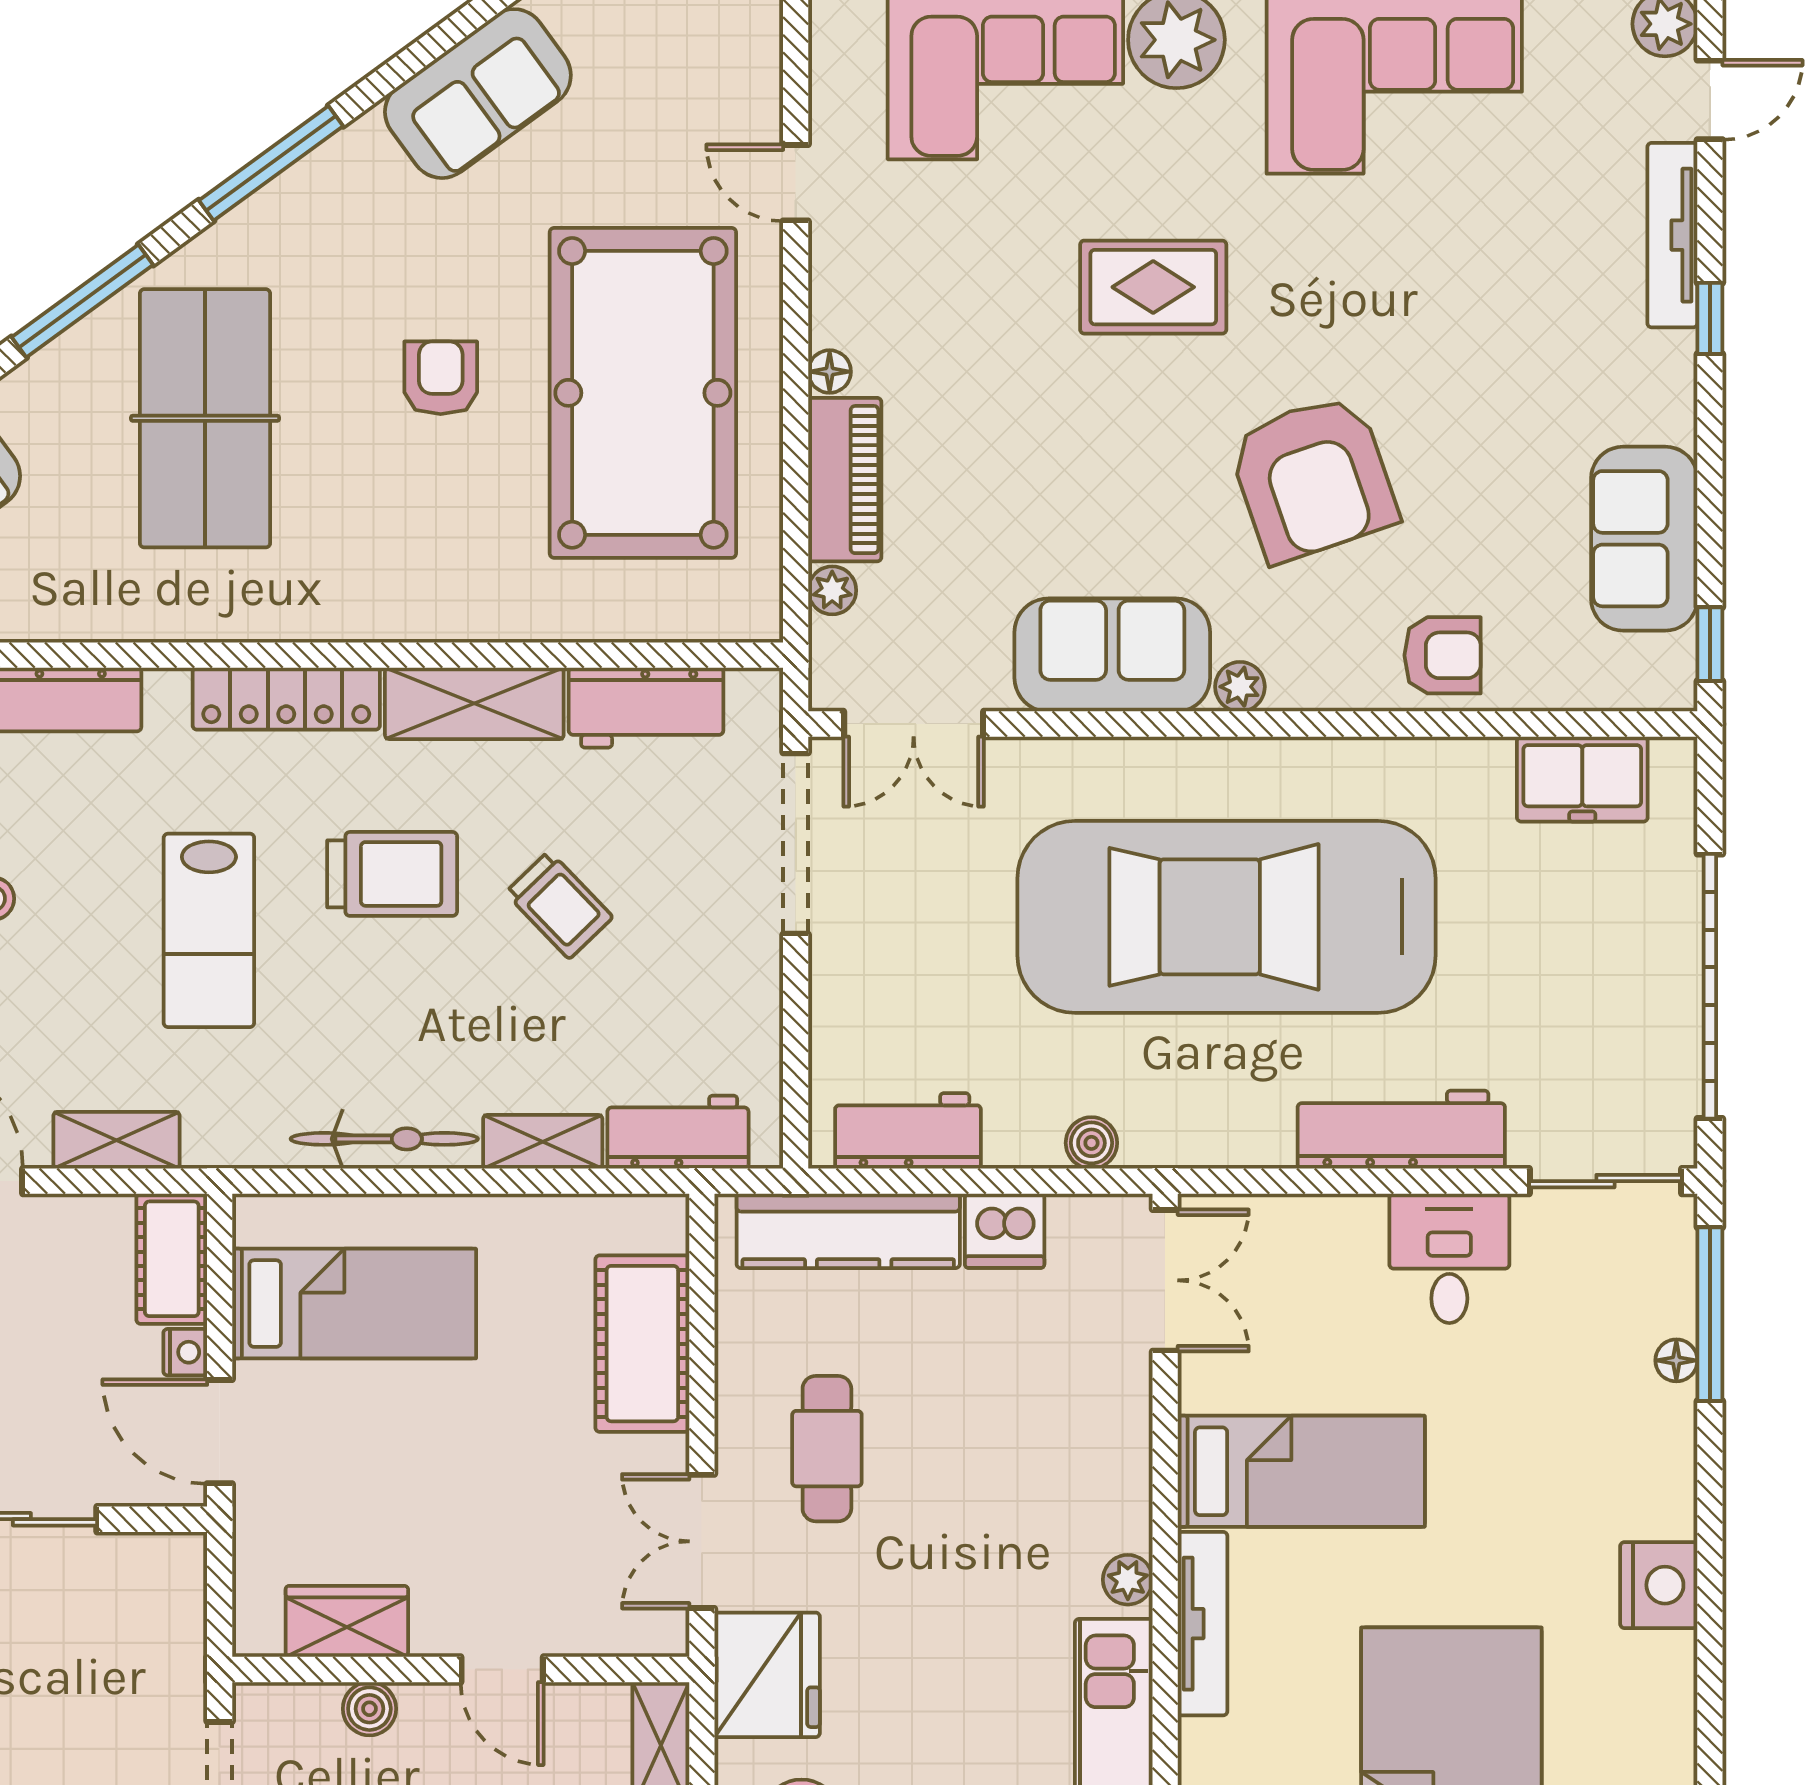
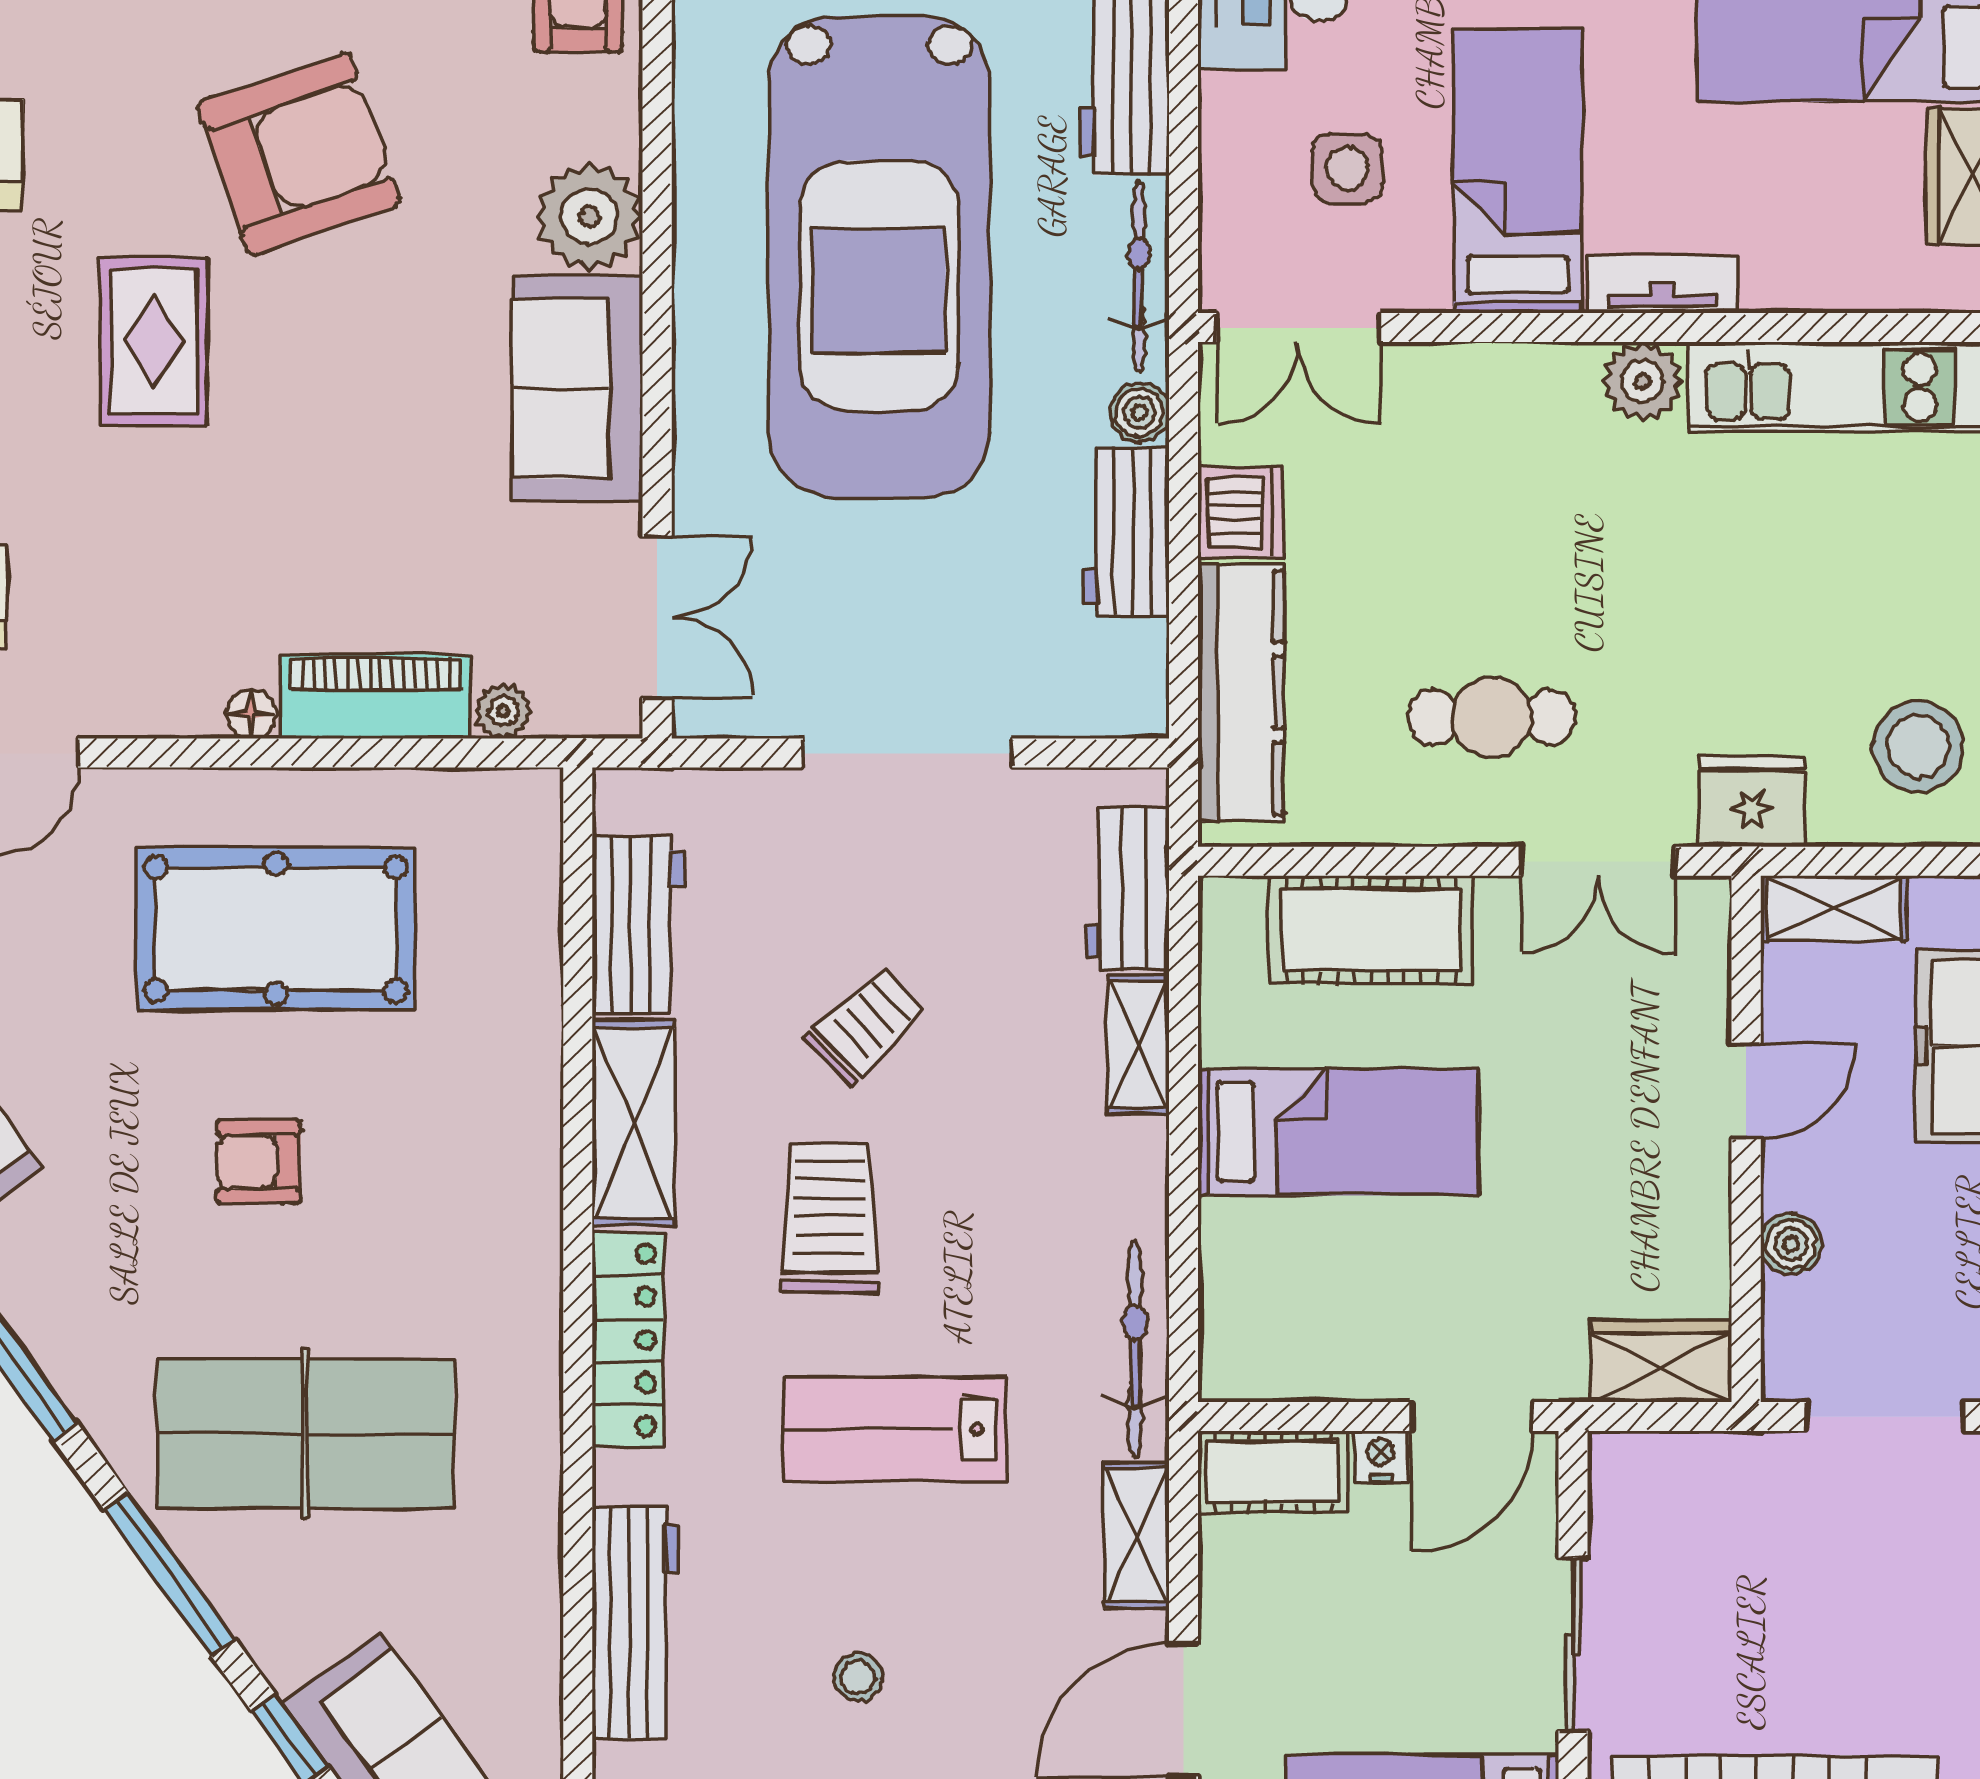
pool table: (643, 393) -> (276, 929), width x0.73, depth x0.76
armchair: (1313, 478) -> (299, 154), moved
plant: (1240, 687) -> (589, 216), width x1.88, depth x1.88
doorway: (796, 844) -> (908, 753), moved
lab bench: (209, 930) -> (895, 1429), turned 180
workbench: (908, 1131) -> (1126, 532), moved
bicycle: (384, 1139) -> (1135, 1349), moved
bicycle: (1210, 1142) -> (1139, 276), added
double door: (1165, 1280) -> (1298, 328), swing flipped
bed: (354, 1304) -> (1338, 1132), moved, turned 90
side table: (1303, 1323) -> (1347, 168), added
plant: (1128, 1580) -> (1643, 381), width x1.38, depth x1.38
wardrobe: (347, 1621) -> (1661, 1361), moved, turned 90
tv unit: (1203, 1624) -> (1663, 285), width x0.71
fridge: (767, 1675) -> (1752, 801), width x0.73, depth x0.75

